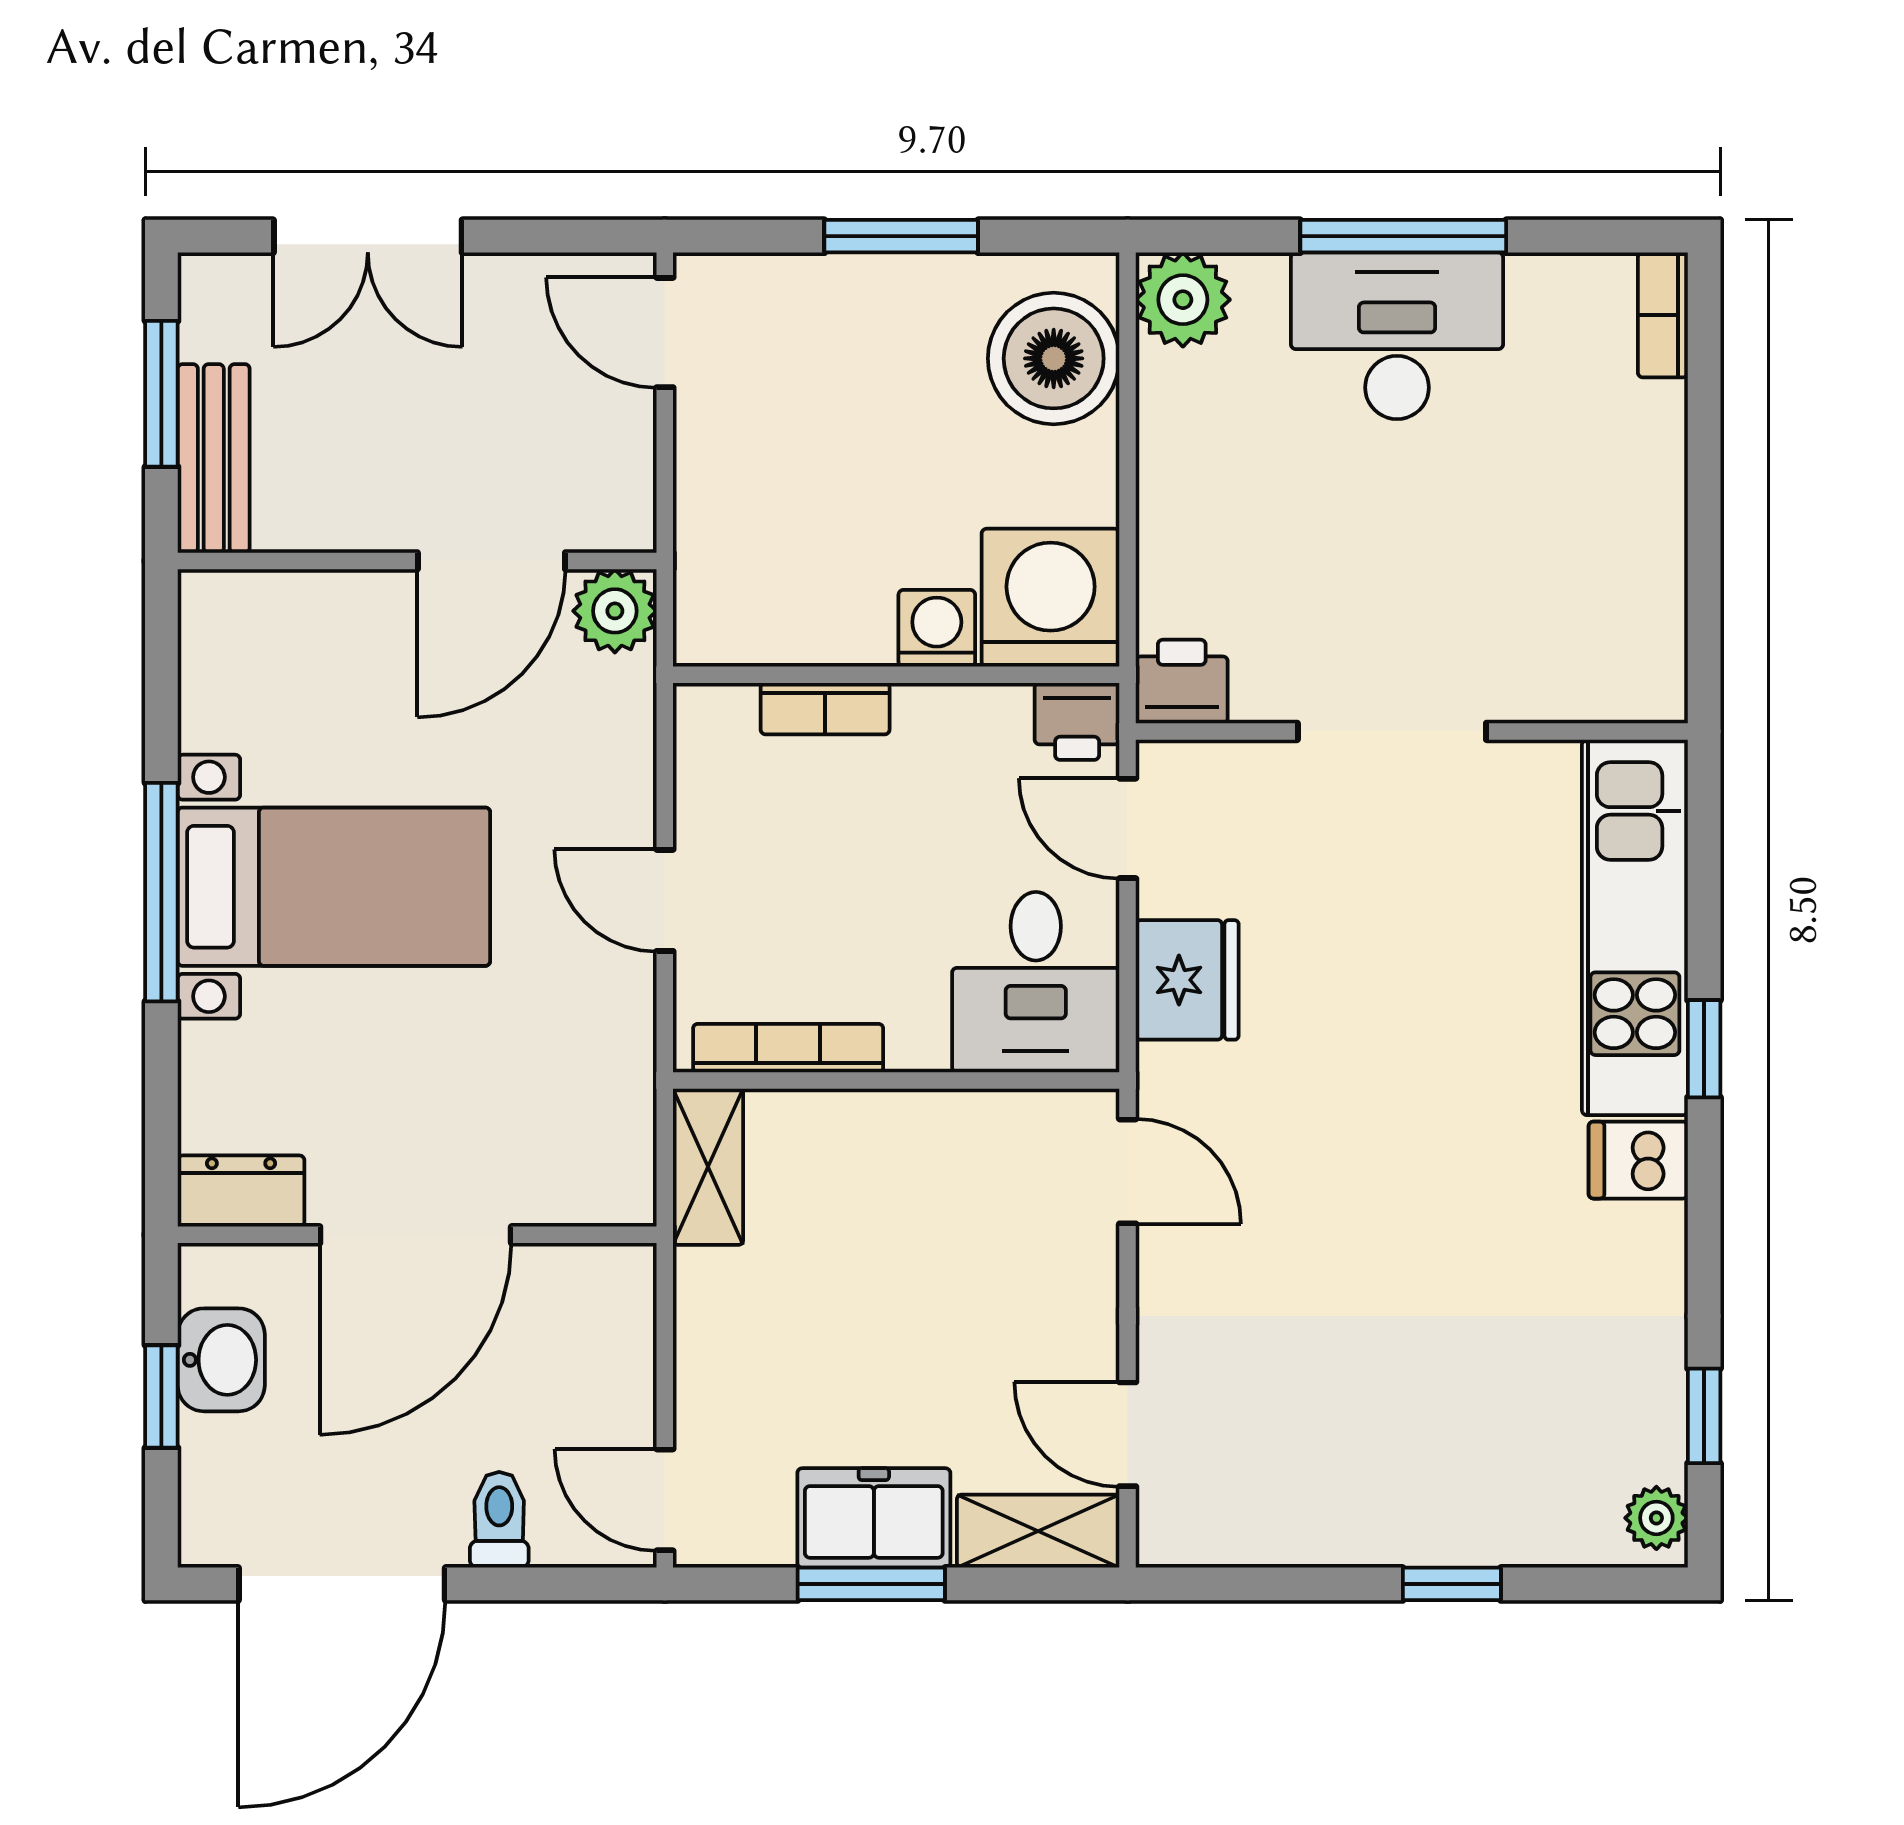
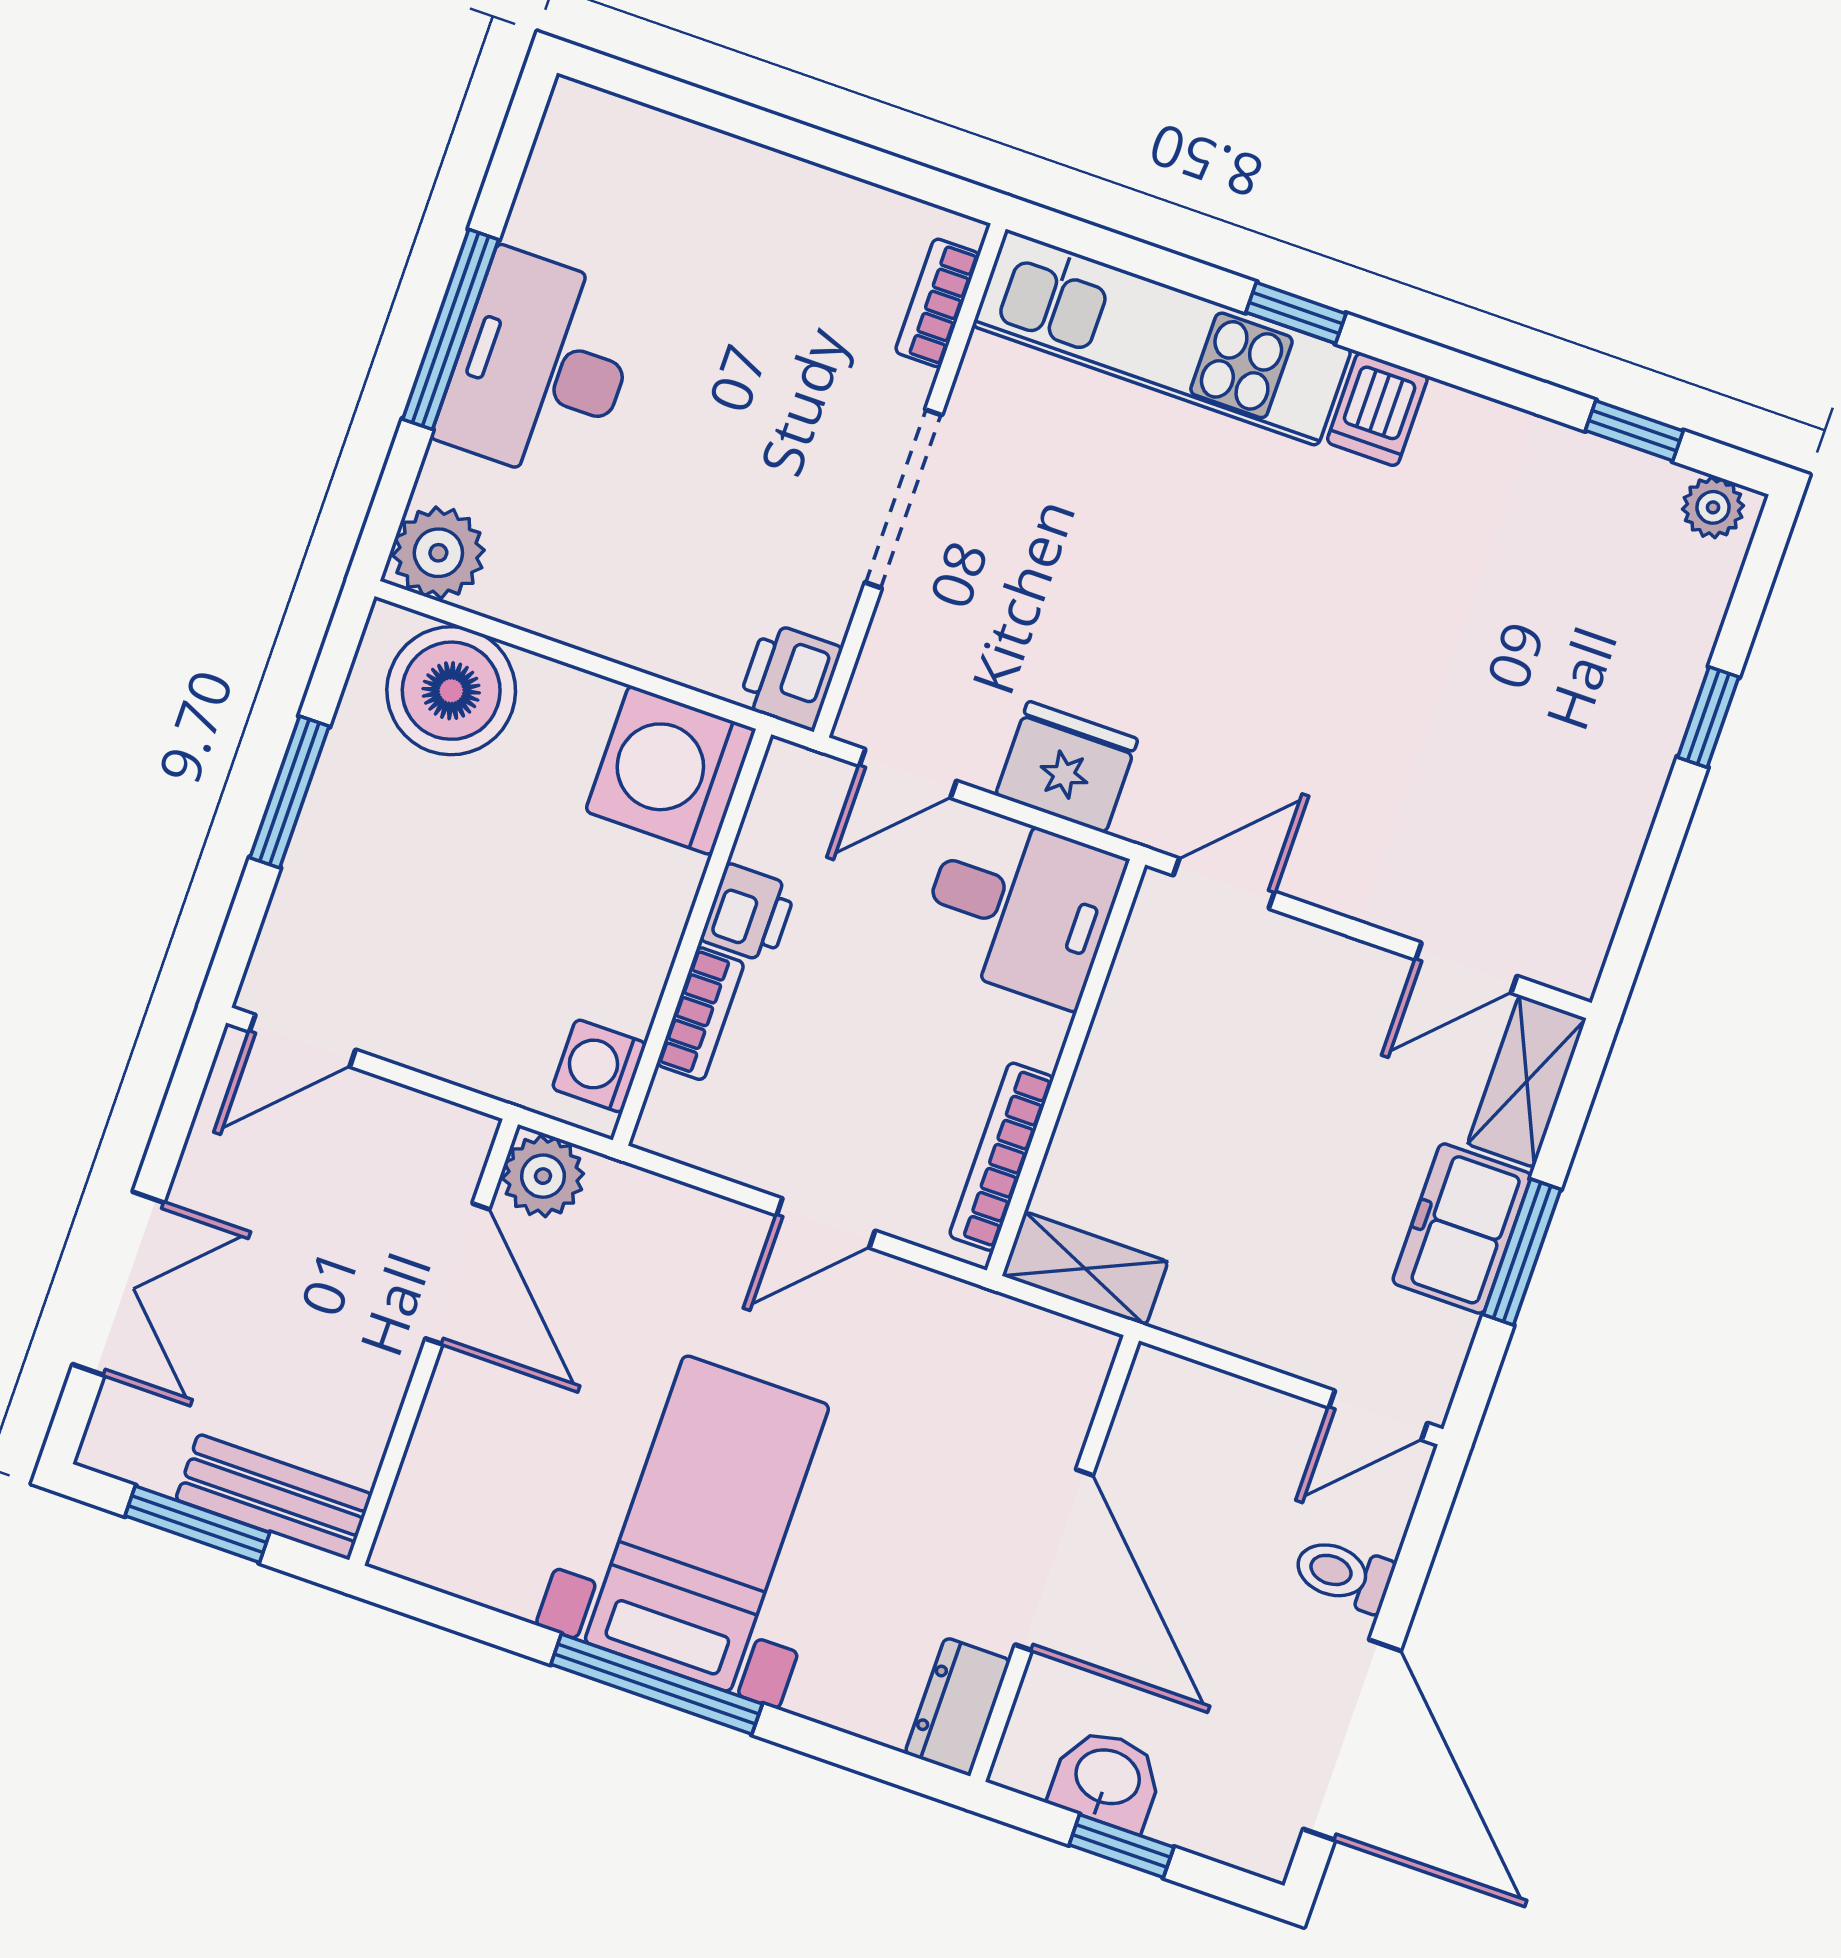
bookcase: (1663, 315) -> (937, 303), moved, turned 90
washing machine: (937, 628) -> (599, 1066), moved
printer: (1077, 721) -> (749, 913), moved

